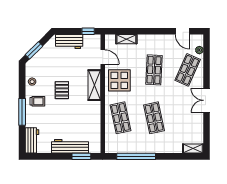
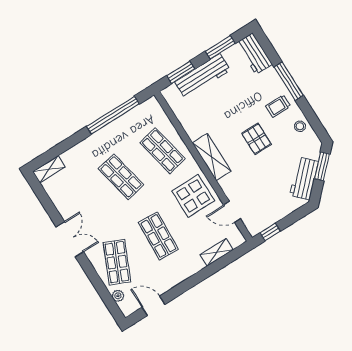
workbench: (69, 42) -> (304, 178), moved, turned -45
shelving: (94, 85) -> (212, 157), moved
window: (49, 156) -> (220, 47), added

